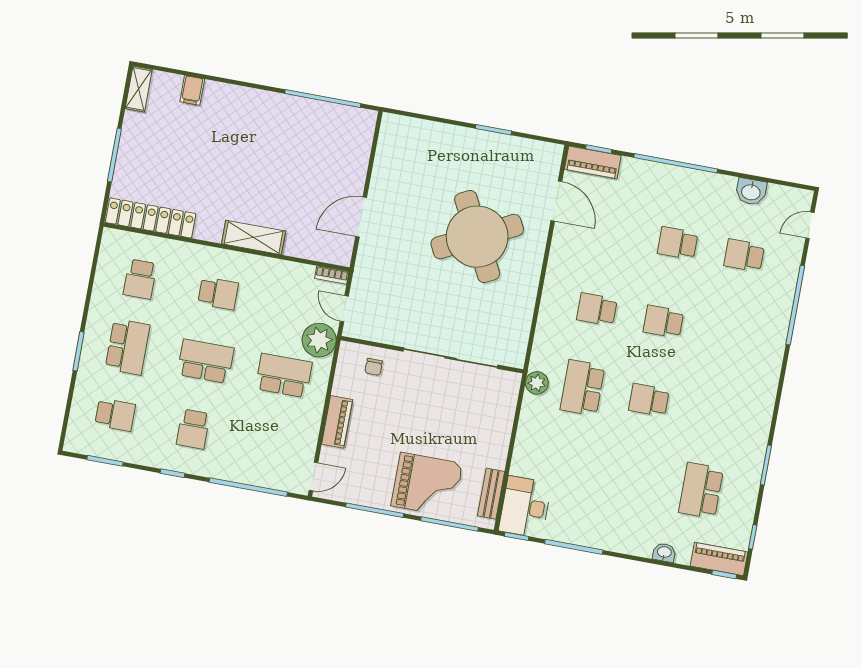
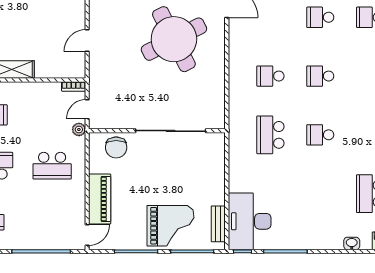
door: (361, 217) -> (87, 40), width x0.73
door: (344, 309) -> (87, 109), hinge flipped
plant: (319, 340) -> (79, 129), width x0.53, depth x0.53
chair: (374, 367) -> (116, 147), width x1.87, depth x1.87
school desk: (284, 376) -> (52, 166), turned 180
plant: (537, 383) -> (237, 137), removed
piano: (337, 422) -> (100, 199), width x1.37, depth x1.33
desk: (525, 507) -> (250, 221), width x1.36, depth x1.30

